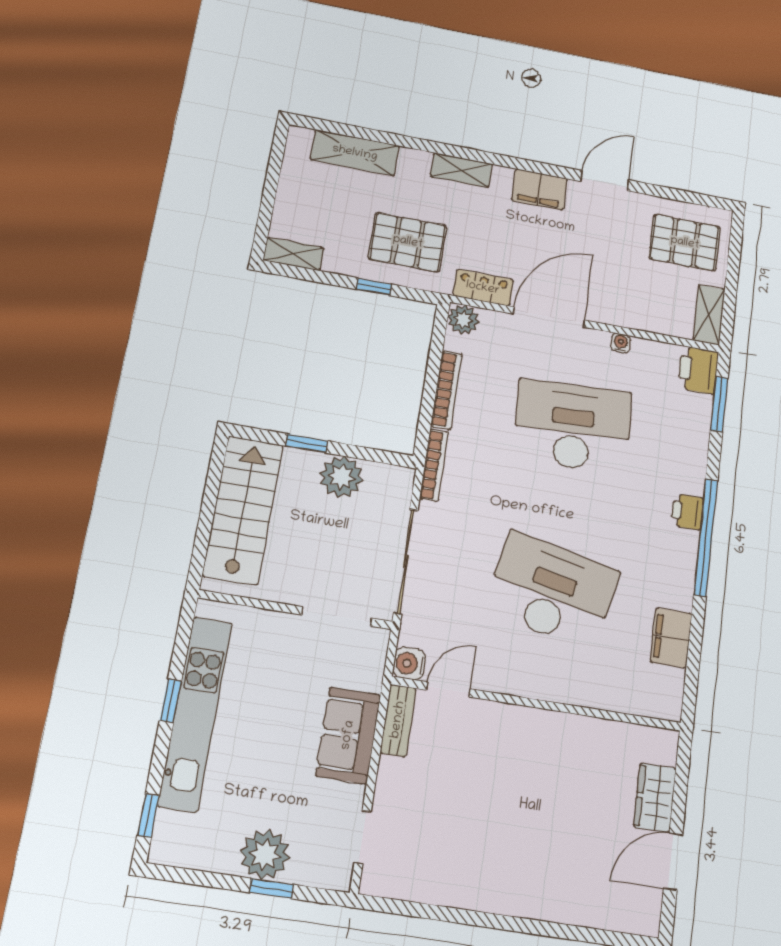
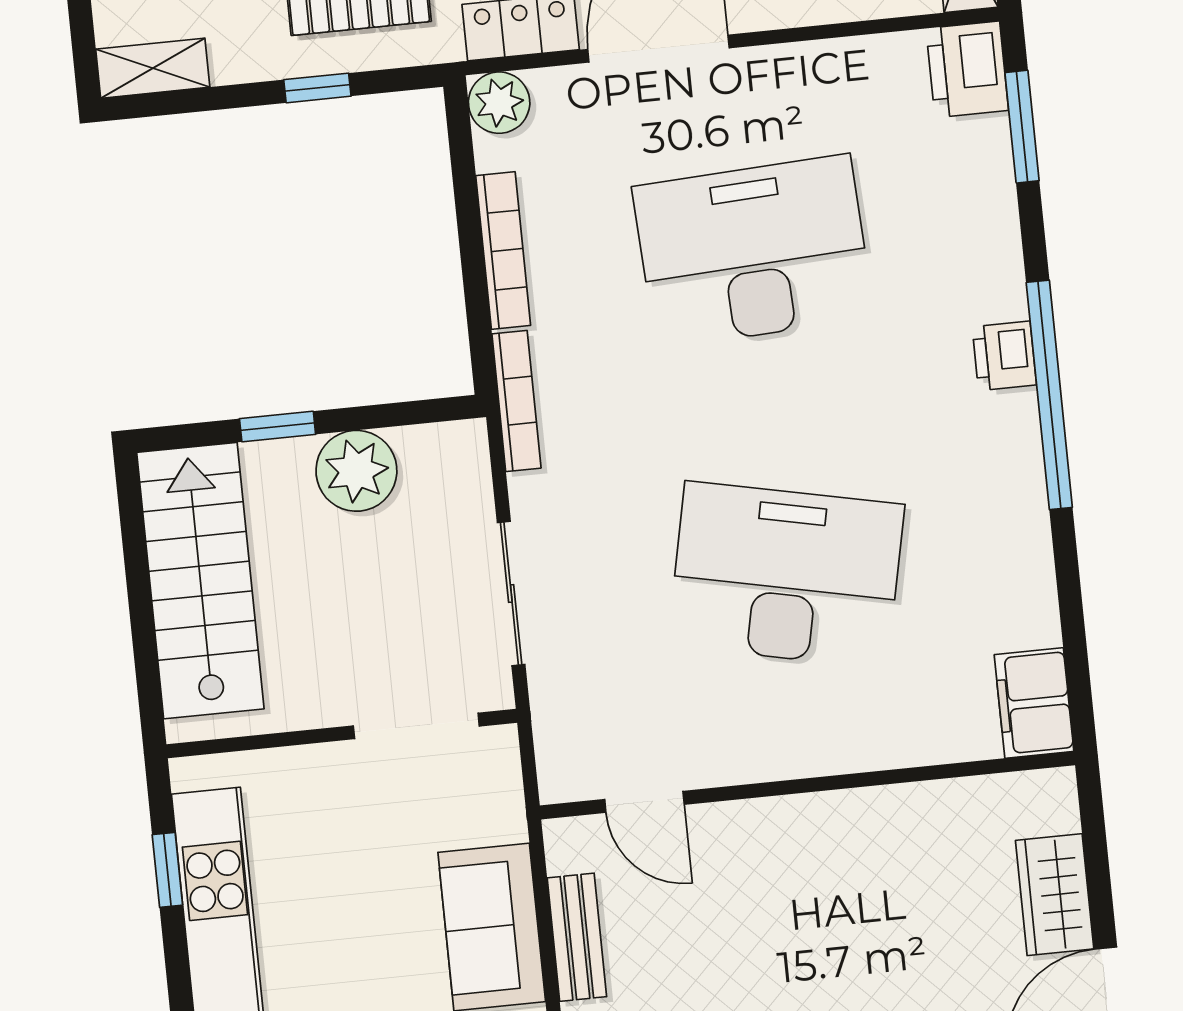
water cooler: (621, 343) -> (807, 59), removed
sliding door: (406, 561) -> (511, 594), width x0.73
filing cabinet: (671, 638) -> (1034, 703), moved
water cooler: (409, 664) -> (565, 775), removed
door: (448, 689) -> (644, 802), swing flipped
window: (171, 701) -> (167, 870), moved
bench: (398, 720) -> (577, 937), moved

